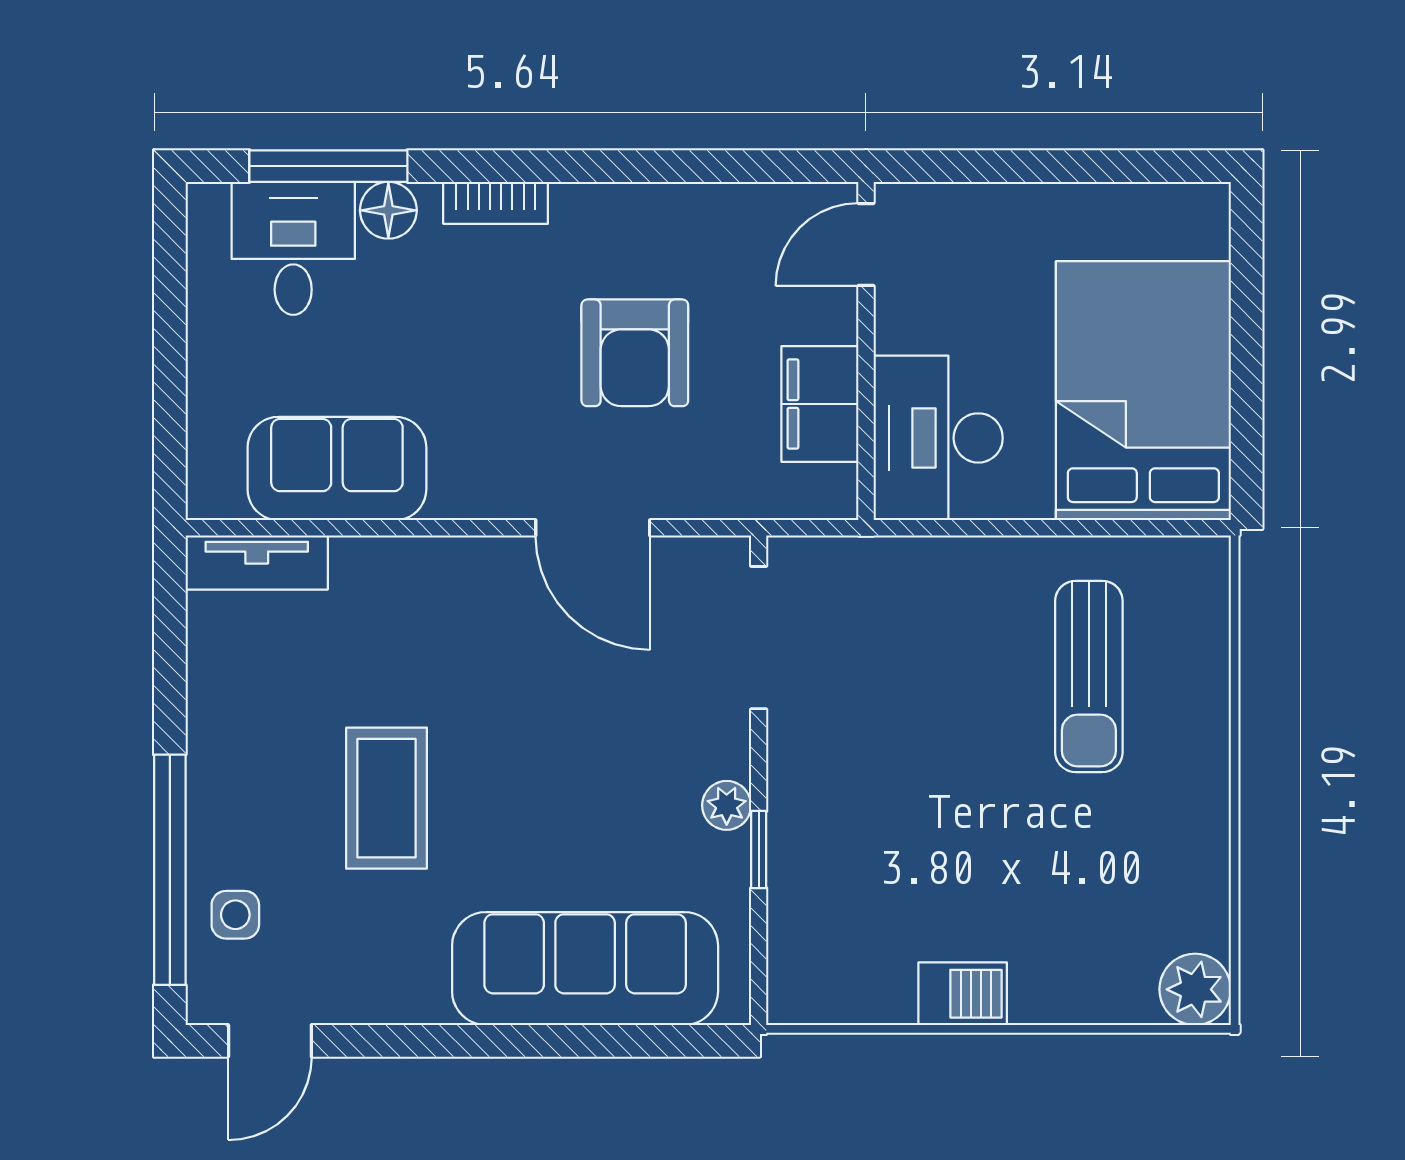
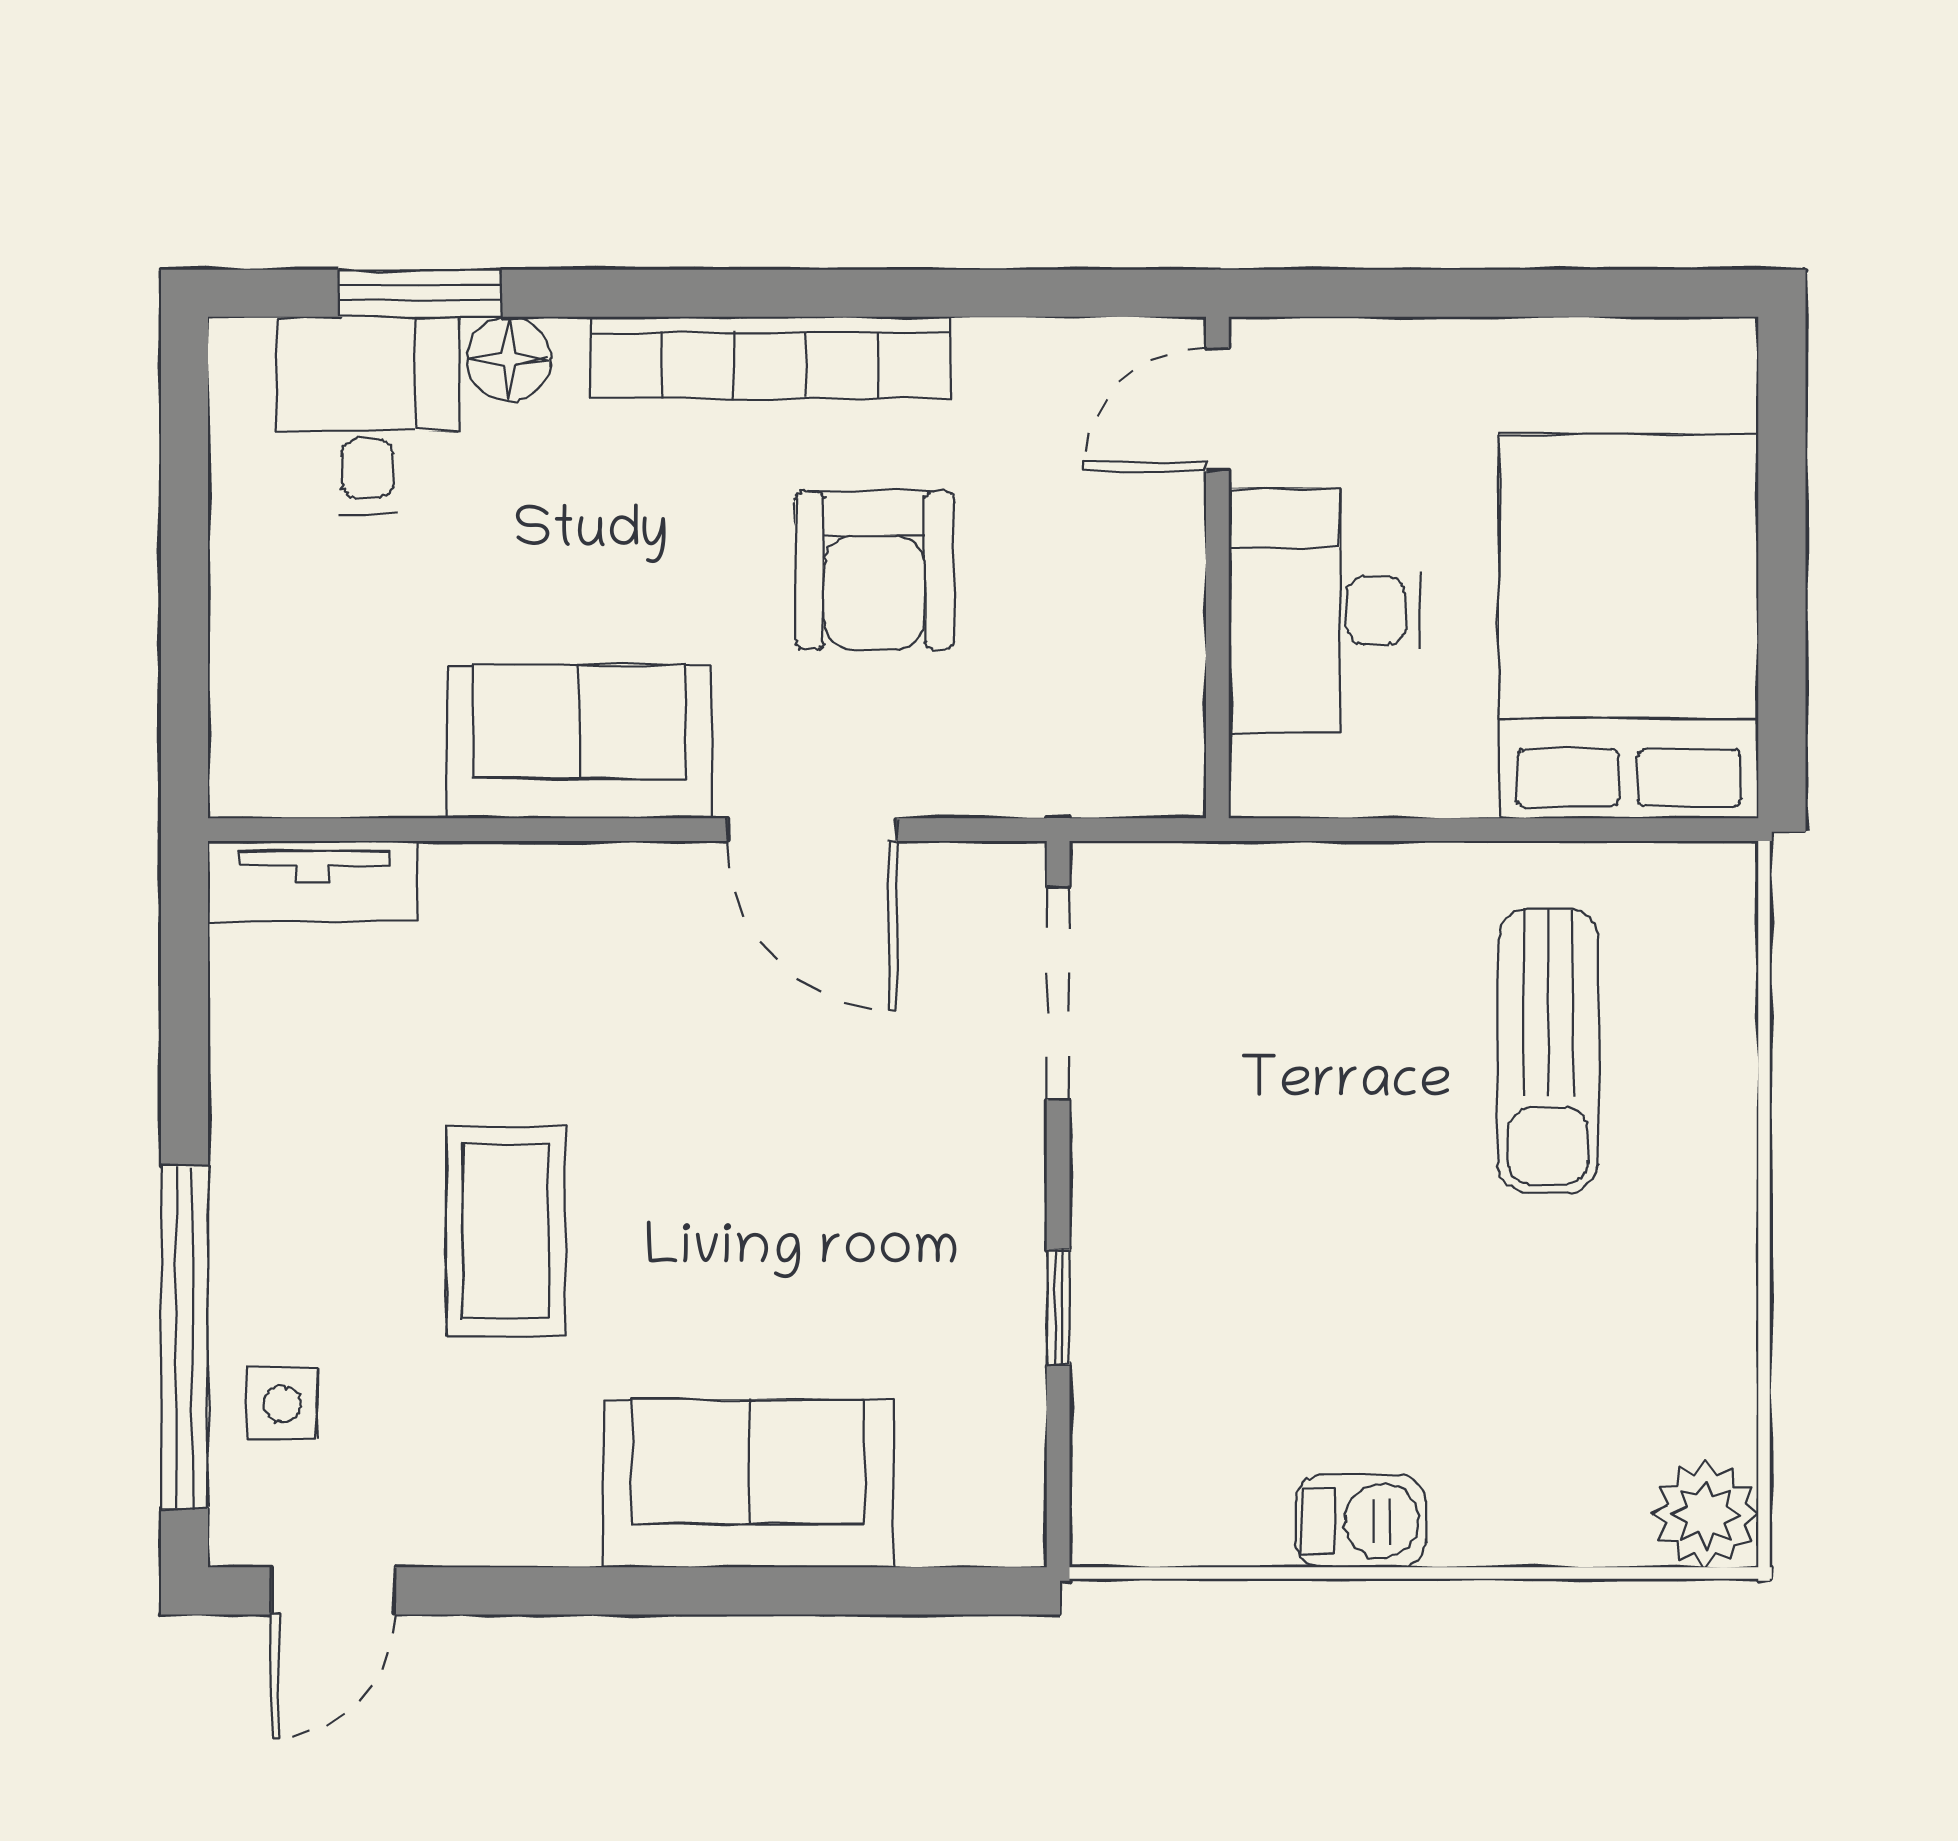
window: (328, 166) -> (420, 293), width x0.69
bookcase: (496, 203) -> (770, 357), width x2.31, depth x1.31
filing cabinet: (820, 404) -> (1149, 646), removed
desk: (938, 438) -> (1324, 611), moved
sofa: (337, 468) -> (579, 742), moved
plant: (727, 805) -> (1011, 1242), removed
sofa: (585, 969) -> (748, 1484), width x0.73

